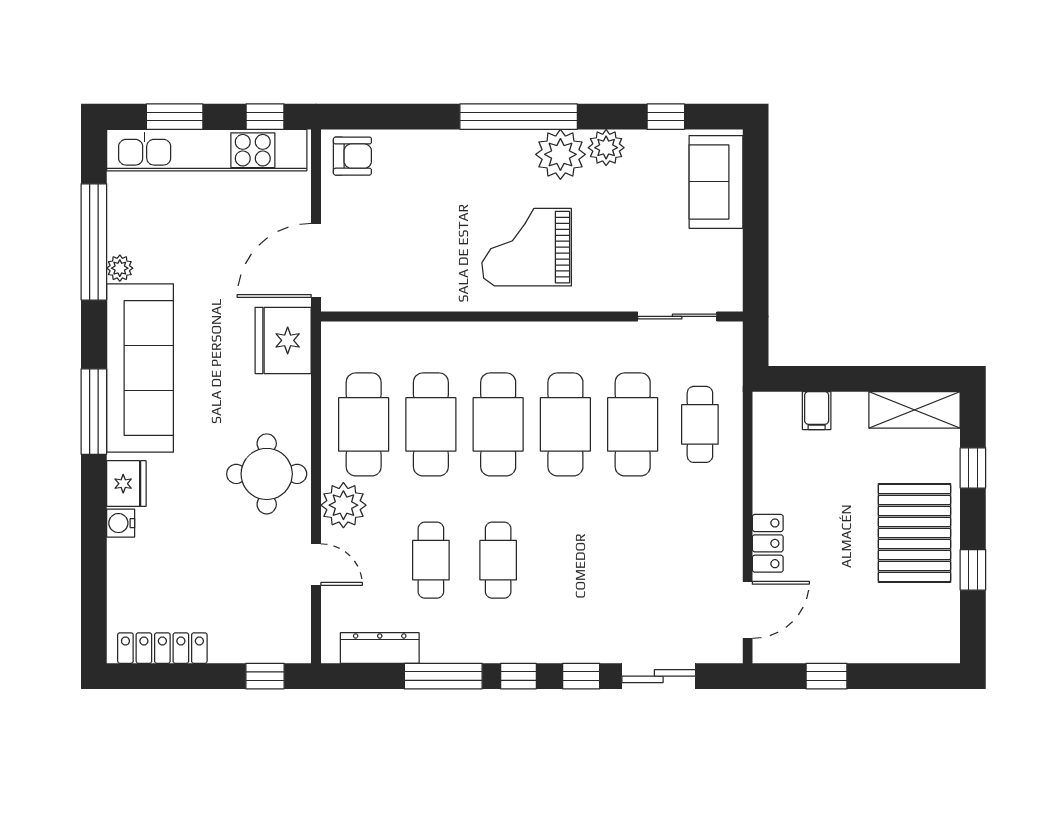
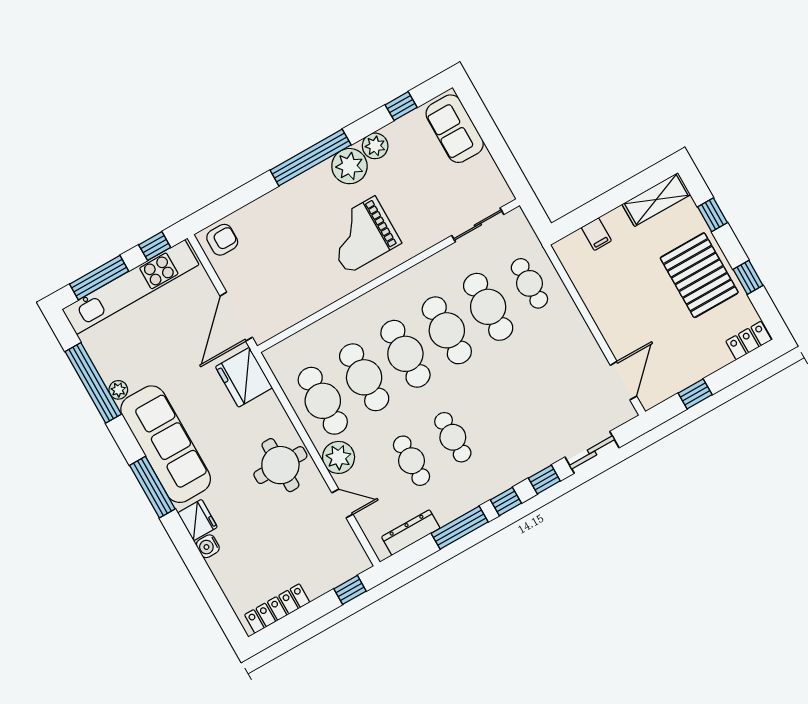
window: (175, 117) -> (99, 278), width x1.44
locker: (768, 543) -> (749, 341), moved, turned -90

